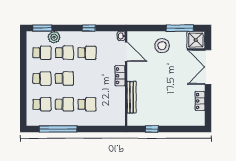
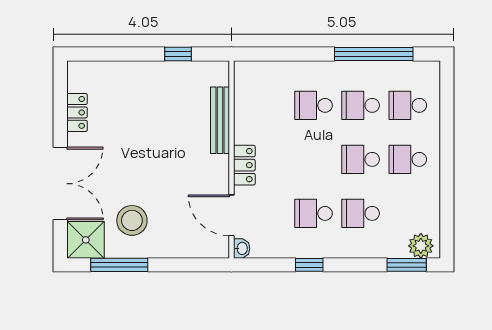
plant: (54, 37) -> (421, 246), moved
stool: (162, 46) -> (132, 220), moved
school desk: (42, 53) -> (408, 213), removed

